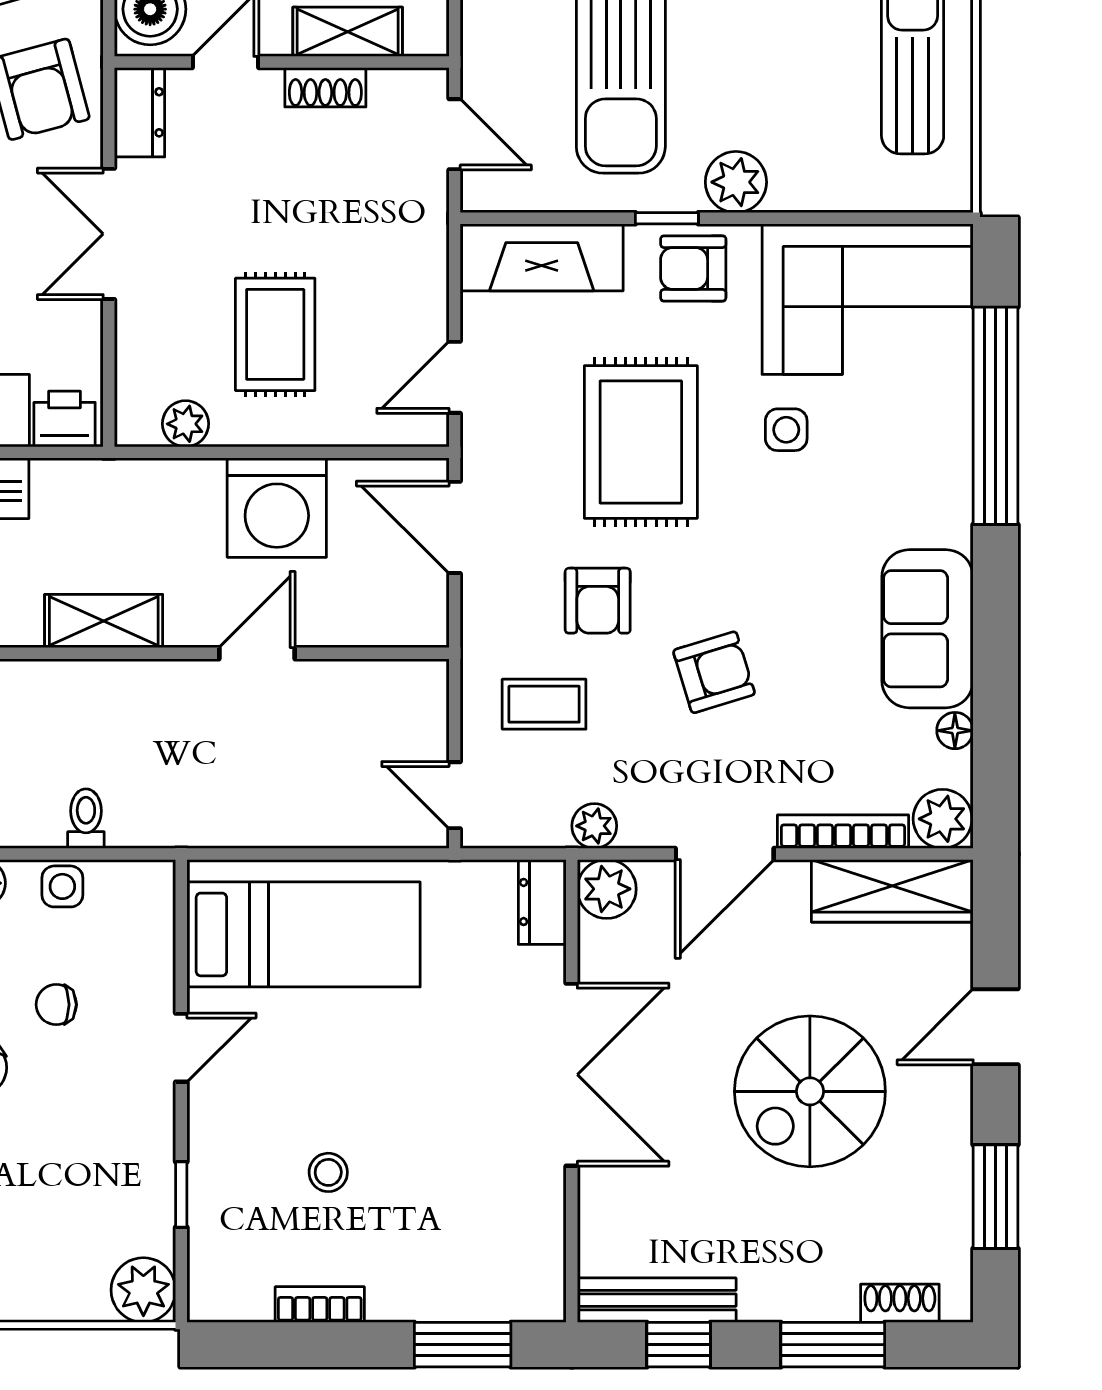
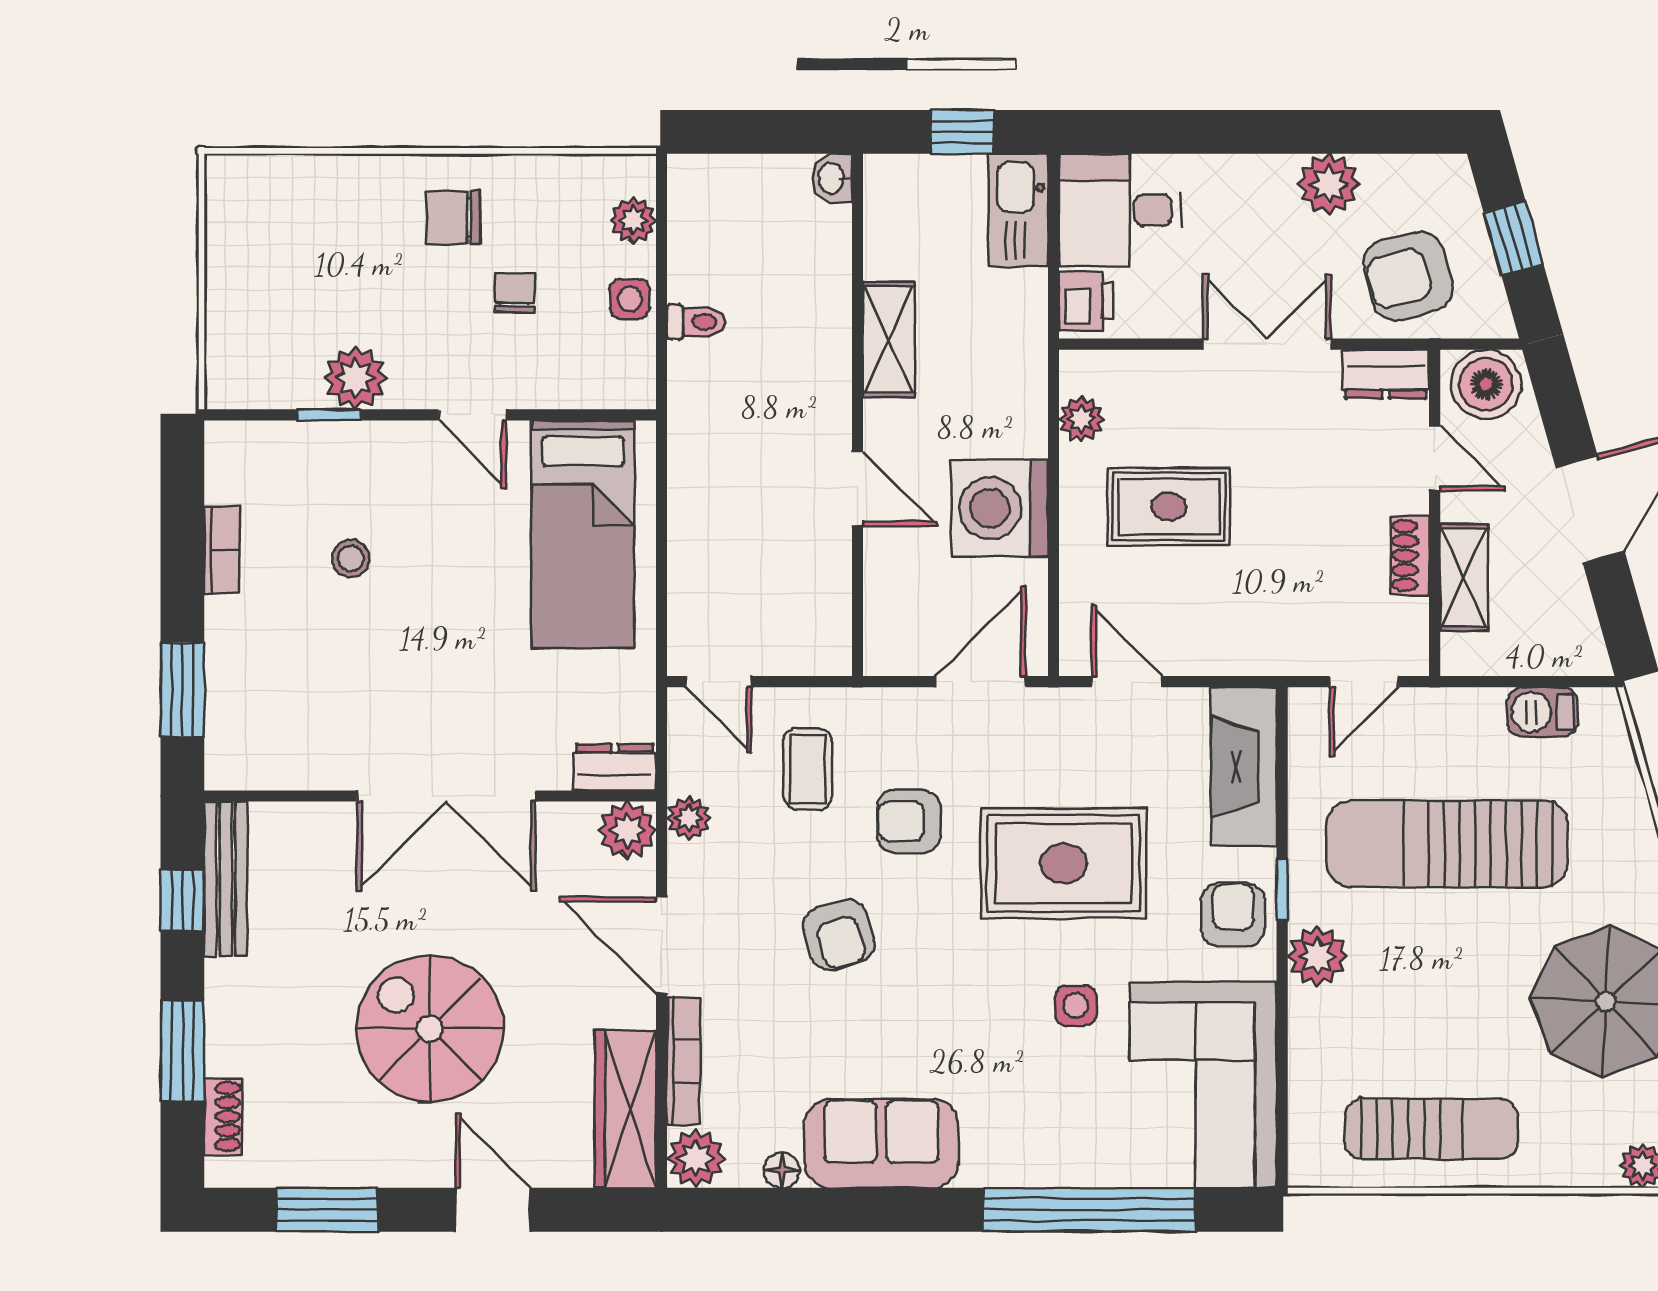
door: (455, 795) -> (719, 682), swing flipped
plant: (143, 1290) -> (356, 378), moved

